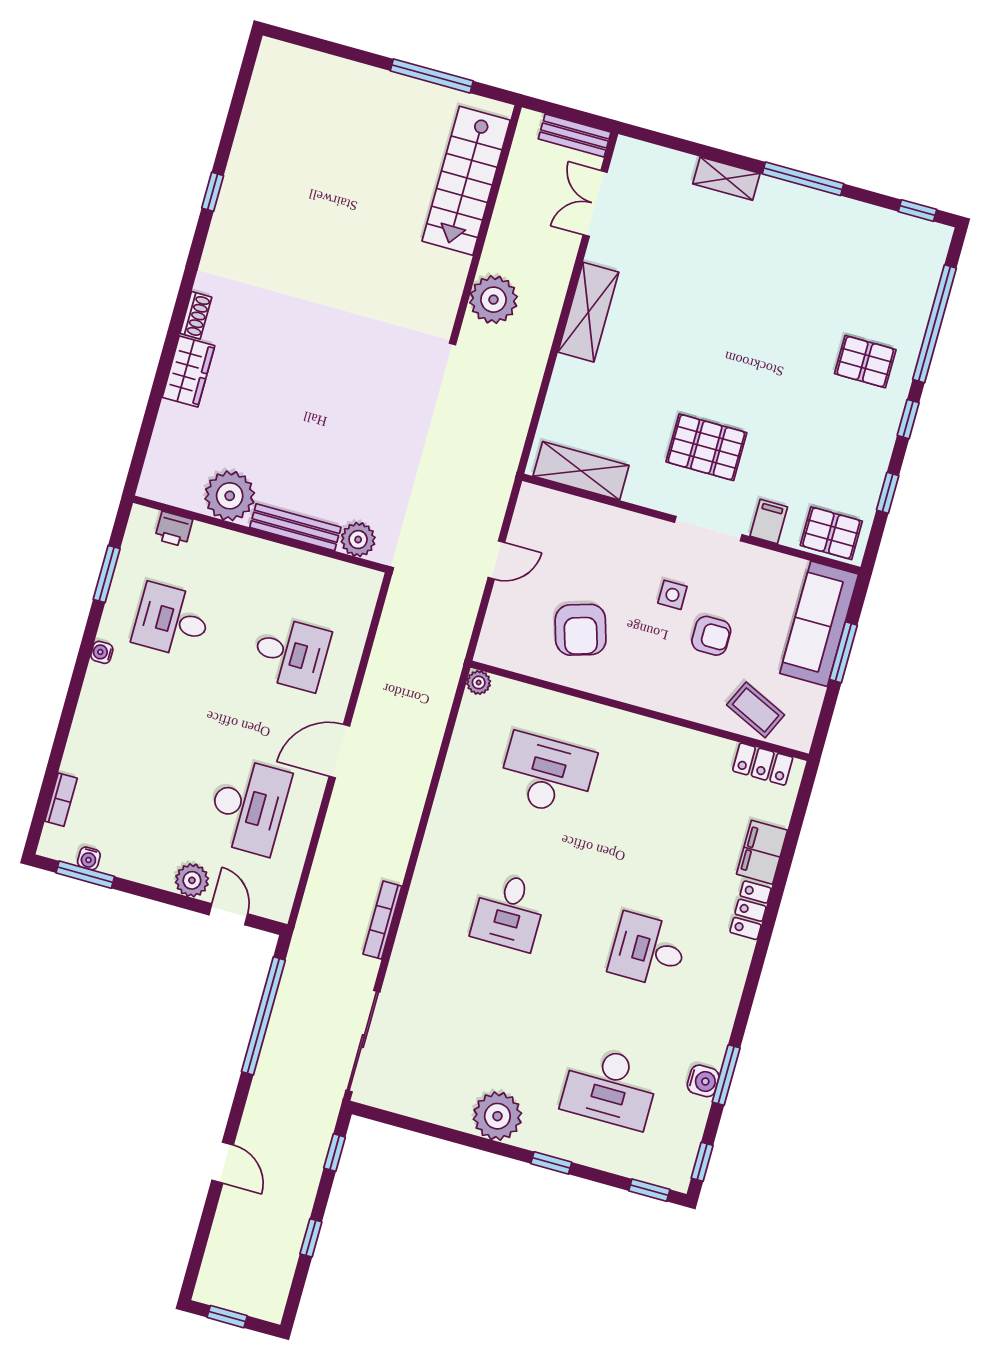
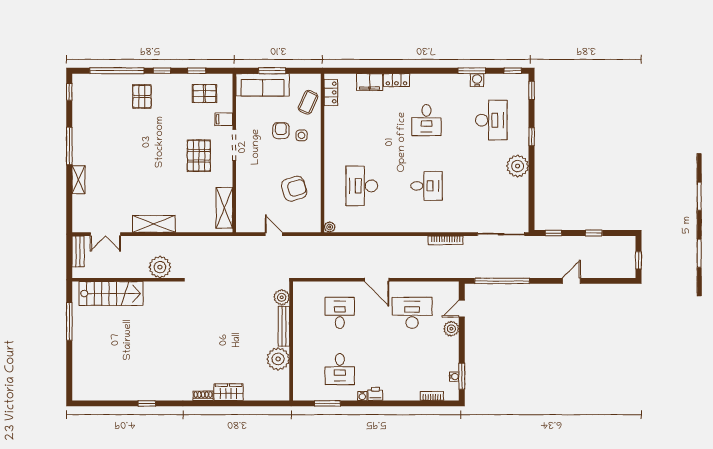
printer: (174, 529) -> (375, 394), moved, turned -90
pallet: (831, 533) -> (205, 94), moved, turned 90
side table: (672, 595) -> (302, 135), moved

